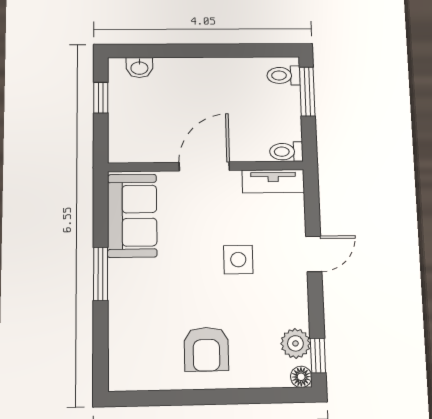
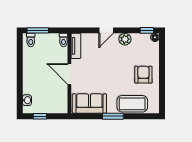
door: (314, 254) -> (106, 30), swing flipped
side table: (238, 260) -> (108, 61), removed
coffee table: (132, 322) -> (132, 104), added
plant: (295, 343) -> (125, 39), moved
armchair: (206, 349) -> (143, 75), turned -90

